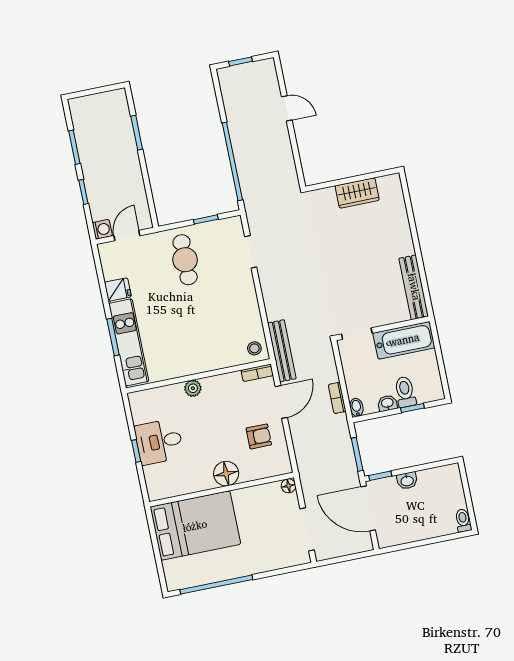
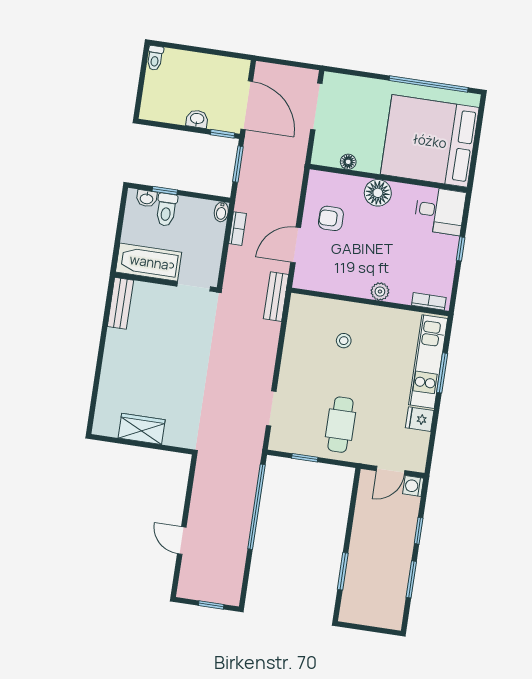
bench: (414, 287) -> (120, 303), width x0.73
stool: (254, 348) -> (344, 341), moved
bench: (282, 351) -> (276, 297), width x0.73
bookcase: (257, 373) -> (429, 301), moved
washbasin: (387, 403) -> (147, 198), moved
desk: (159, 442) -> (440, 211), moved
floor lamp: (288, 486) -> (348, 162), moved
bed: (195, 526) -> (430, 141), width x1.36

